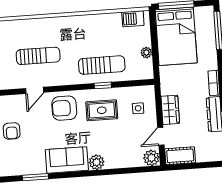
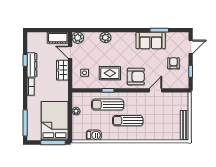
barbecue: (133, 19) -> (94, 135), moved
sun lounger: (38, 56) -> (128, 121), moved
door: (161, 136) -> (70, 52), swing flipped
sofa: (67, 160) -> (151, 40), moved
plant: (97, 162) -> (105, 37), moved

